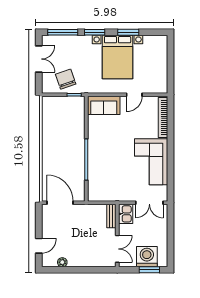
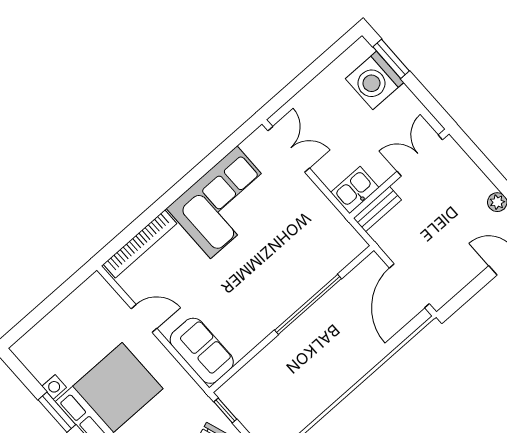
kitchen sink: (126, 214) -> (355, 190), moved
bench: (111, 216) -> (377, 209), moved
wall: (117, 236) -> (399, 174), moved
double door: (117, 249) -> (420, 156), moved

